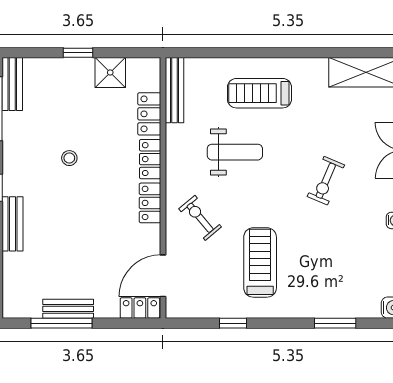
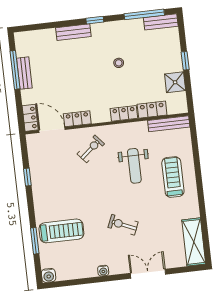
locker: (150, 203) -> (77, 119), moved
treadmill: (260, 262) -> (61, 231), moved

